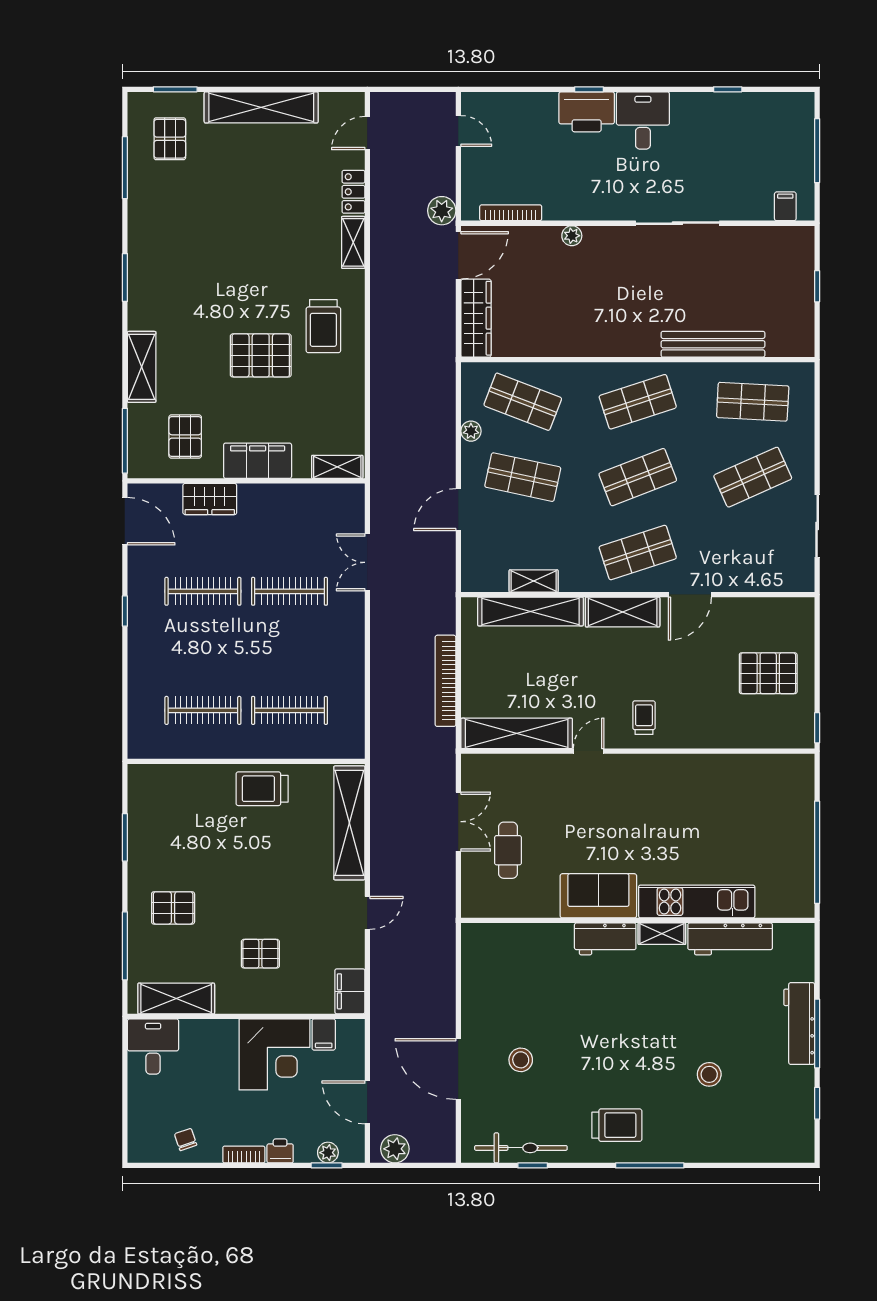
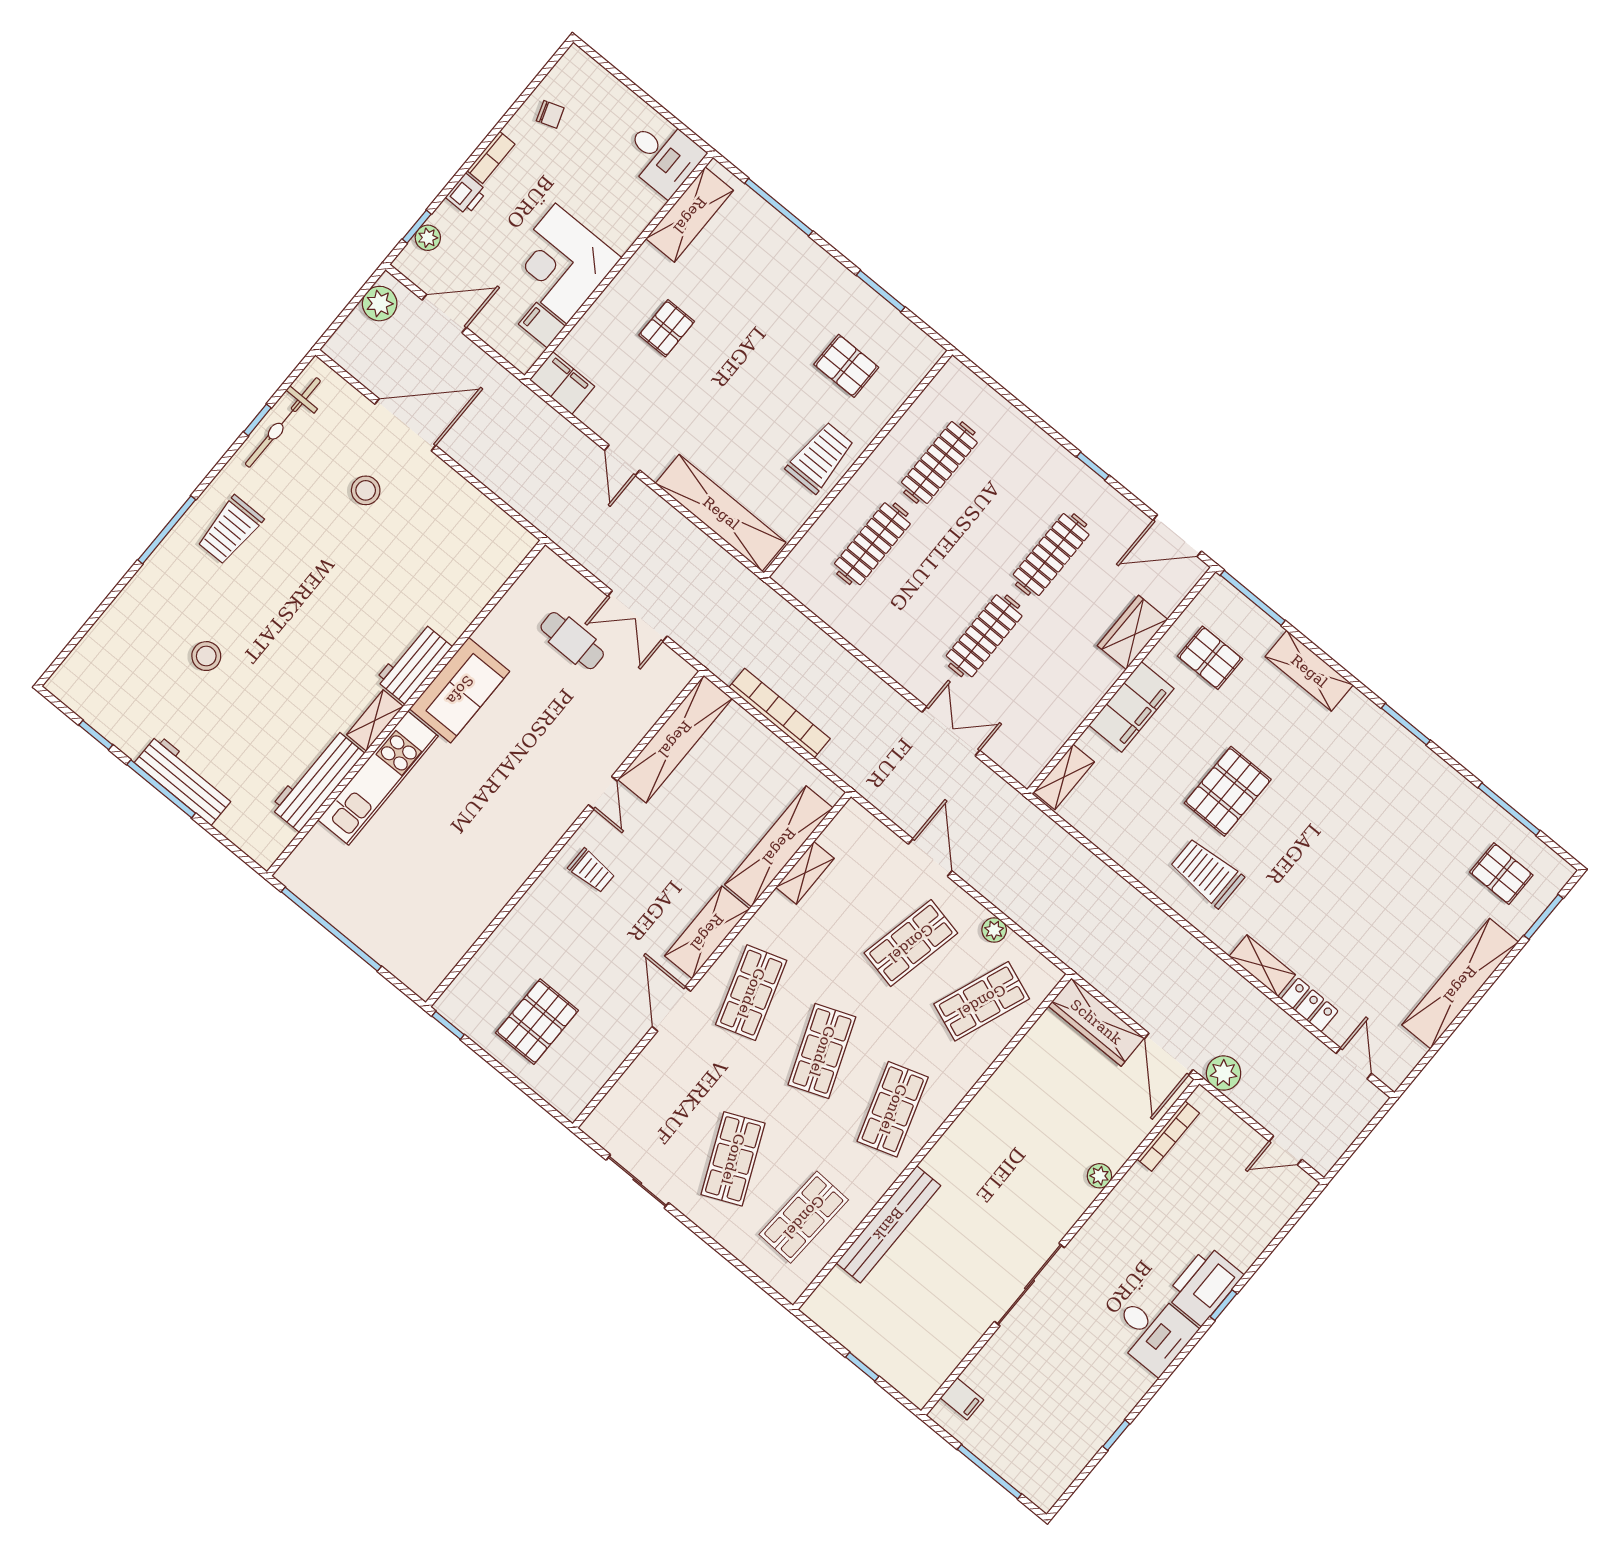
pallet: (173, 908) -> (846, 366), moved, turned 90

